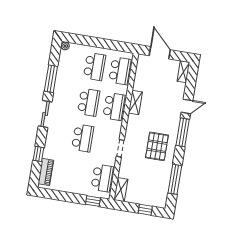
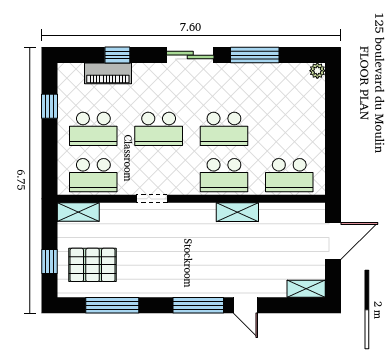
school desk: (94, 67) -> (93, 129), moved
pallet: (157, 146) -> (93, 265), moved
piano: (46, 172) -> (108, 73), moved
window: (93, 201) -> (49, 106), moved

